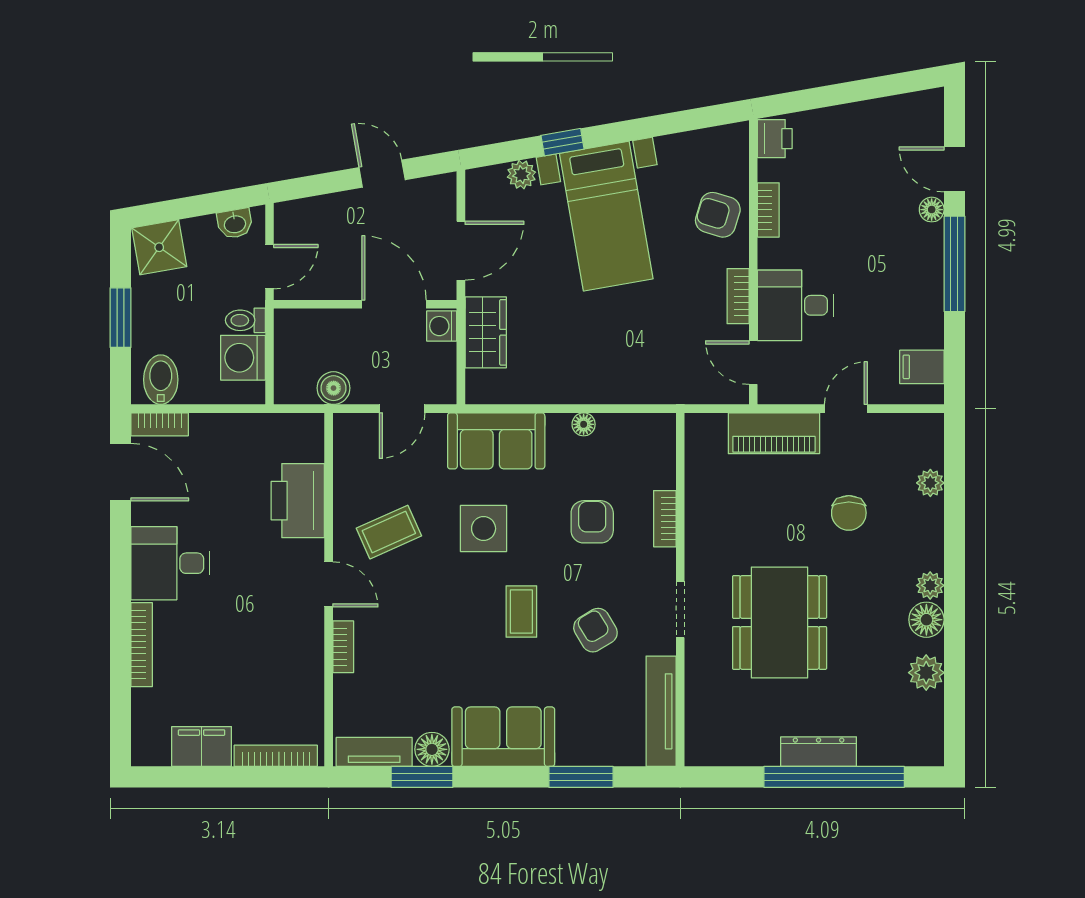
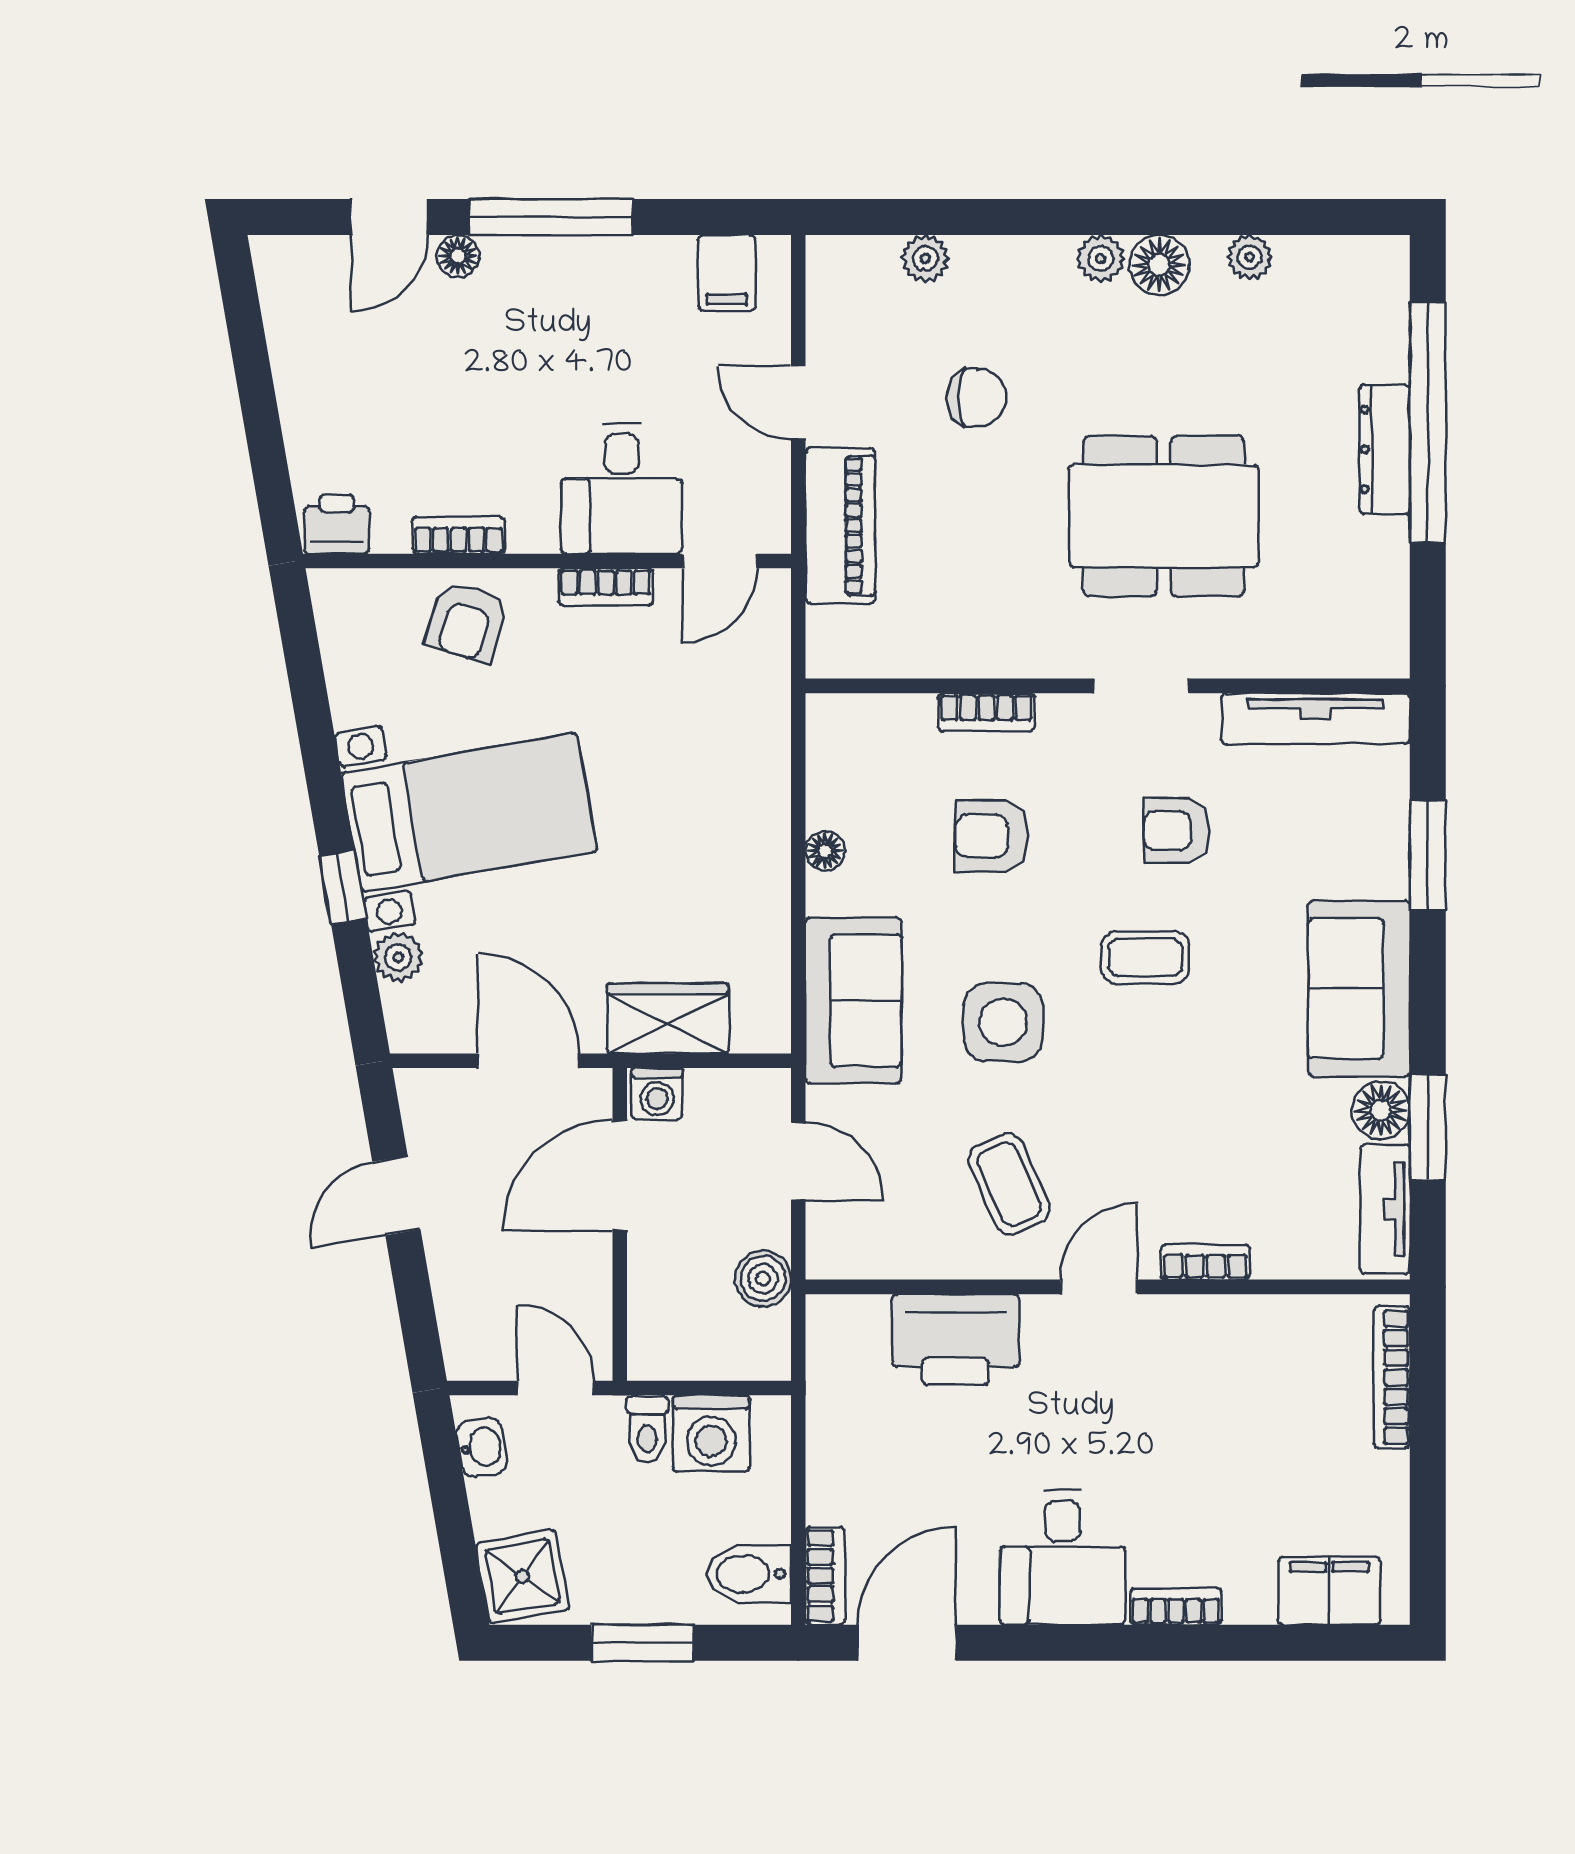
armchair: (595, 630) -> (1177, 831), turned 31
bookcase: (142, 645) -> (1176, 1606), width x0.64
plant: (926, 673) -> (1250, 257), width x0.73, depth x0.73
filing cabinet: (202, 747) -> (1329, 1591), moved, turned 90

